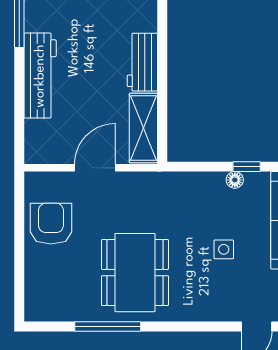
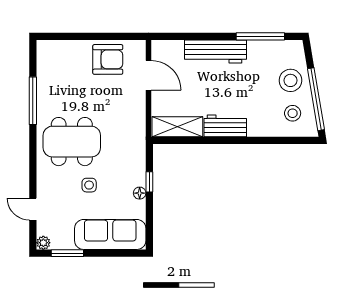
window: (247, 167) -> (149, 182), moved
door: (95, 168) -> (148, 75), moved
dining table: (135, 273) -> (72, 142), moved

